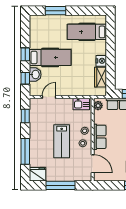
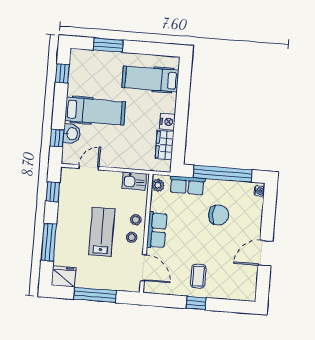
window: (25, 54) -> (62, 74), moved
lab bench: (62, 141) -> (102, 232), turned 180

